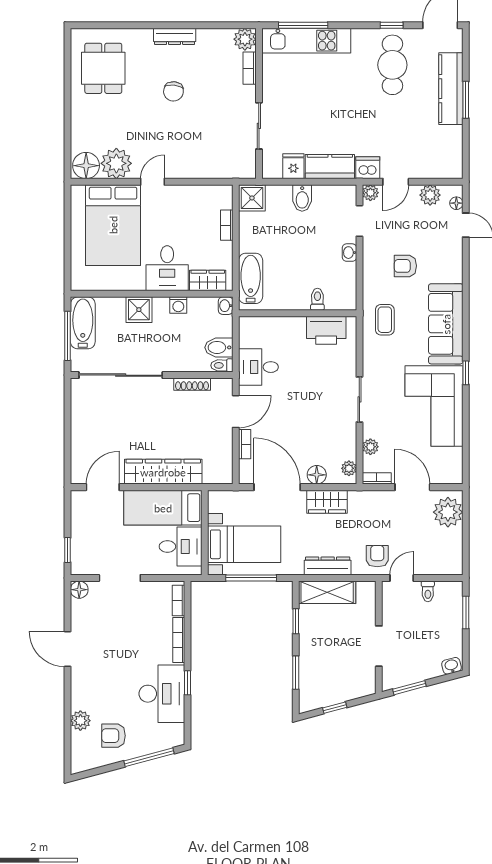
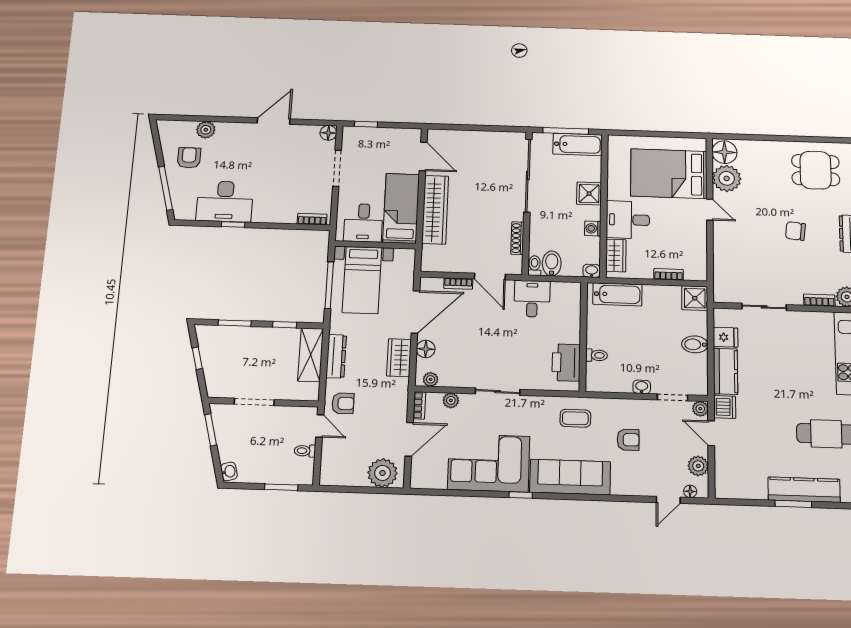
armchair: (405, 266) -> (628, 440), turned 90
bookcase: (179, 640) -> (274, 218), removed

